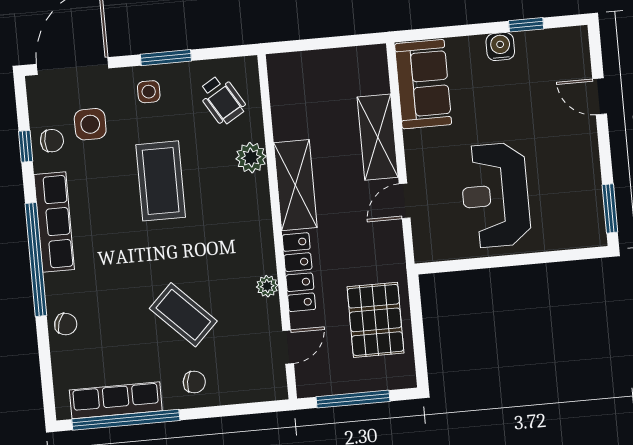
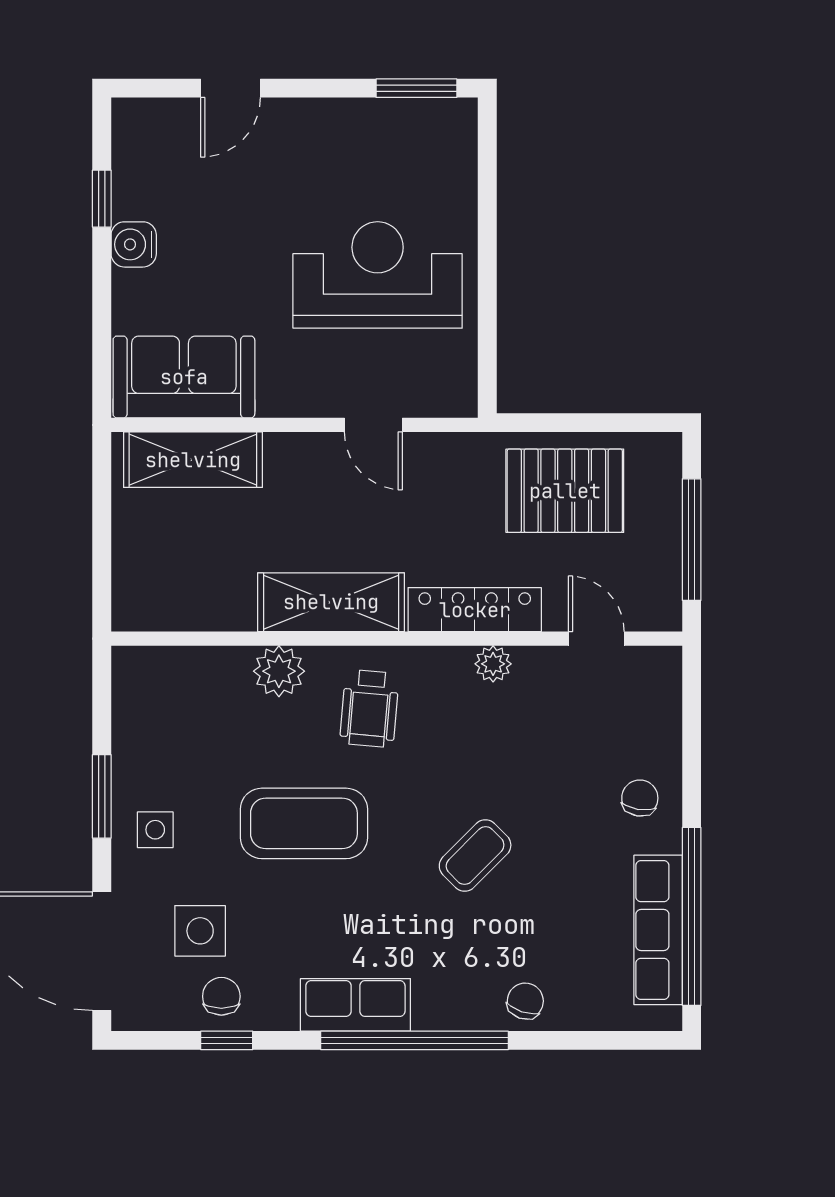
wheelchair: (222, 100) -> (369, 708), moved, turned 126
shelving: (378, 137) -> (193, 460), moved
reception desk: (495, 195) -> (378, 275), turned 180
row of seats: (54, 222) -> (355, 1005), width x0.68
coffee table: (183, 315) -> (475, 856), moved, width x0.73, depth x0.77

